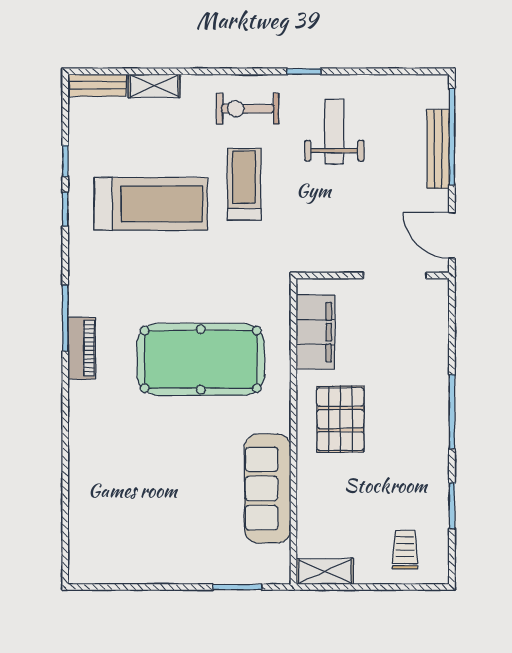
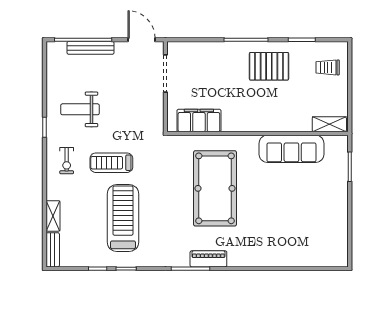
exercise bike: (248, 109) -> (67, 161), width x0.73, depth x0.72
door: (452, 235) -> (142, 40), swing flipped
pallet: (340, 419) -> (269, 66), moved
shelving: (325, 571) -> (329, 124), moved, turned 90

